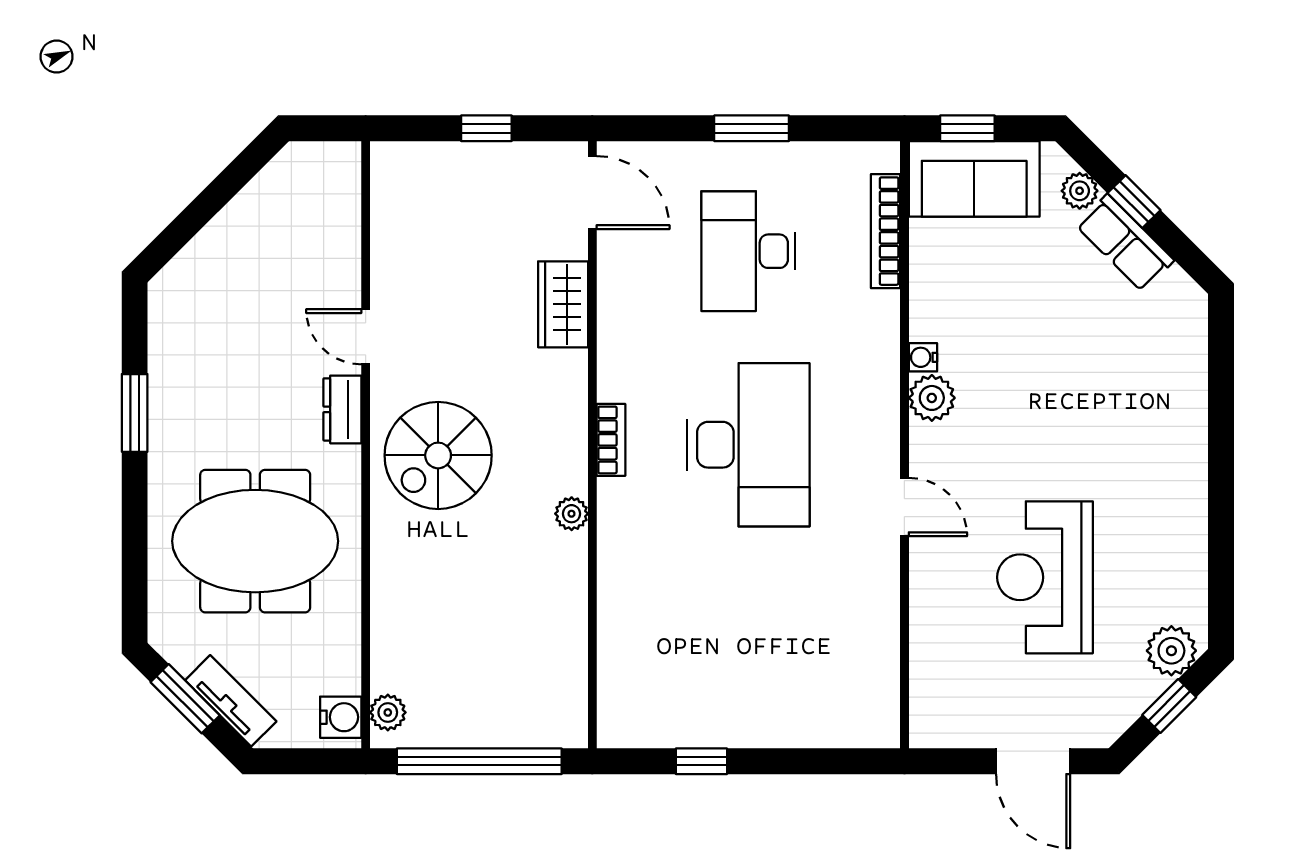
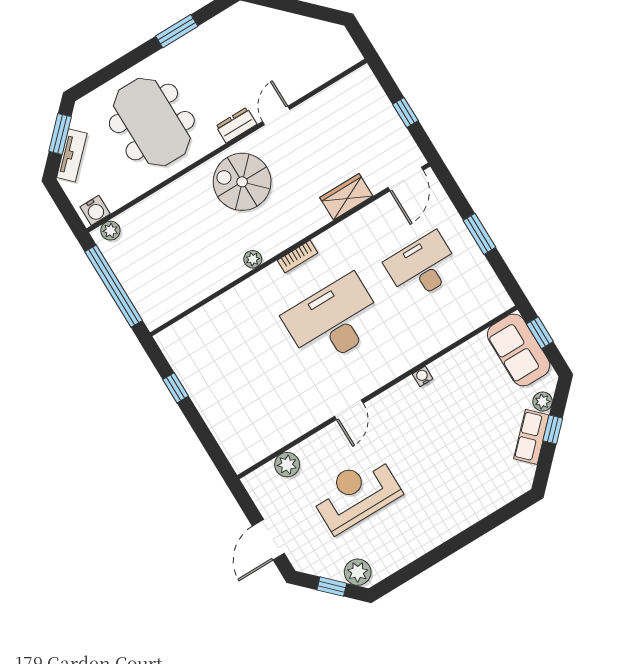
bookcase: (886, 231) -> (470, 324), removed
plant: (932, 398) -> (287, 465), moved
desk: (748, 445) -> (334, 321), turned 180

